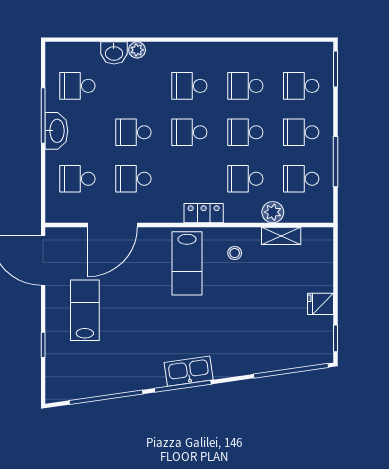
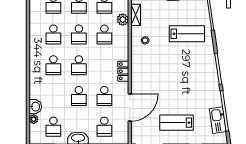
plant: (137, 50) -> (34, 119), moved
locker: (204, 213) -> (123, 71), moved
door: (112, 225) -> (130, 108), hinge flipped
lab bench: (187, 263) -> (187, 34), moved
kitchen sink: (189, 371) -> (218, 120), moved

